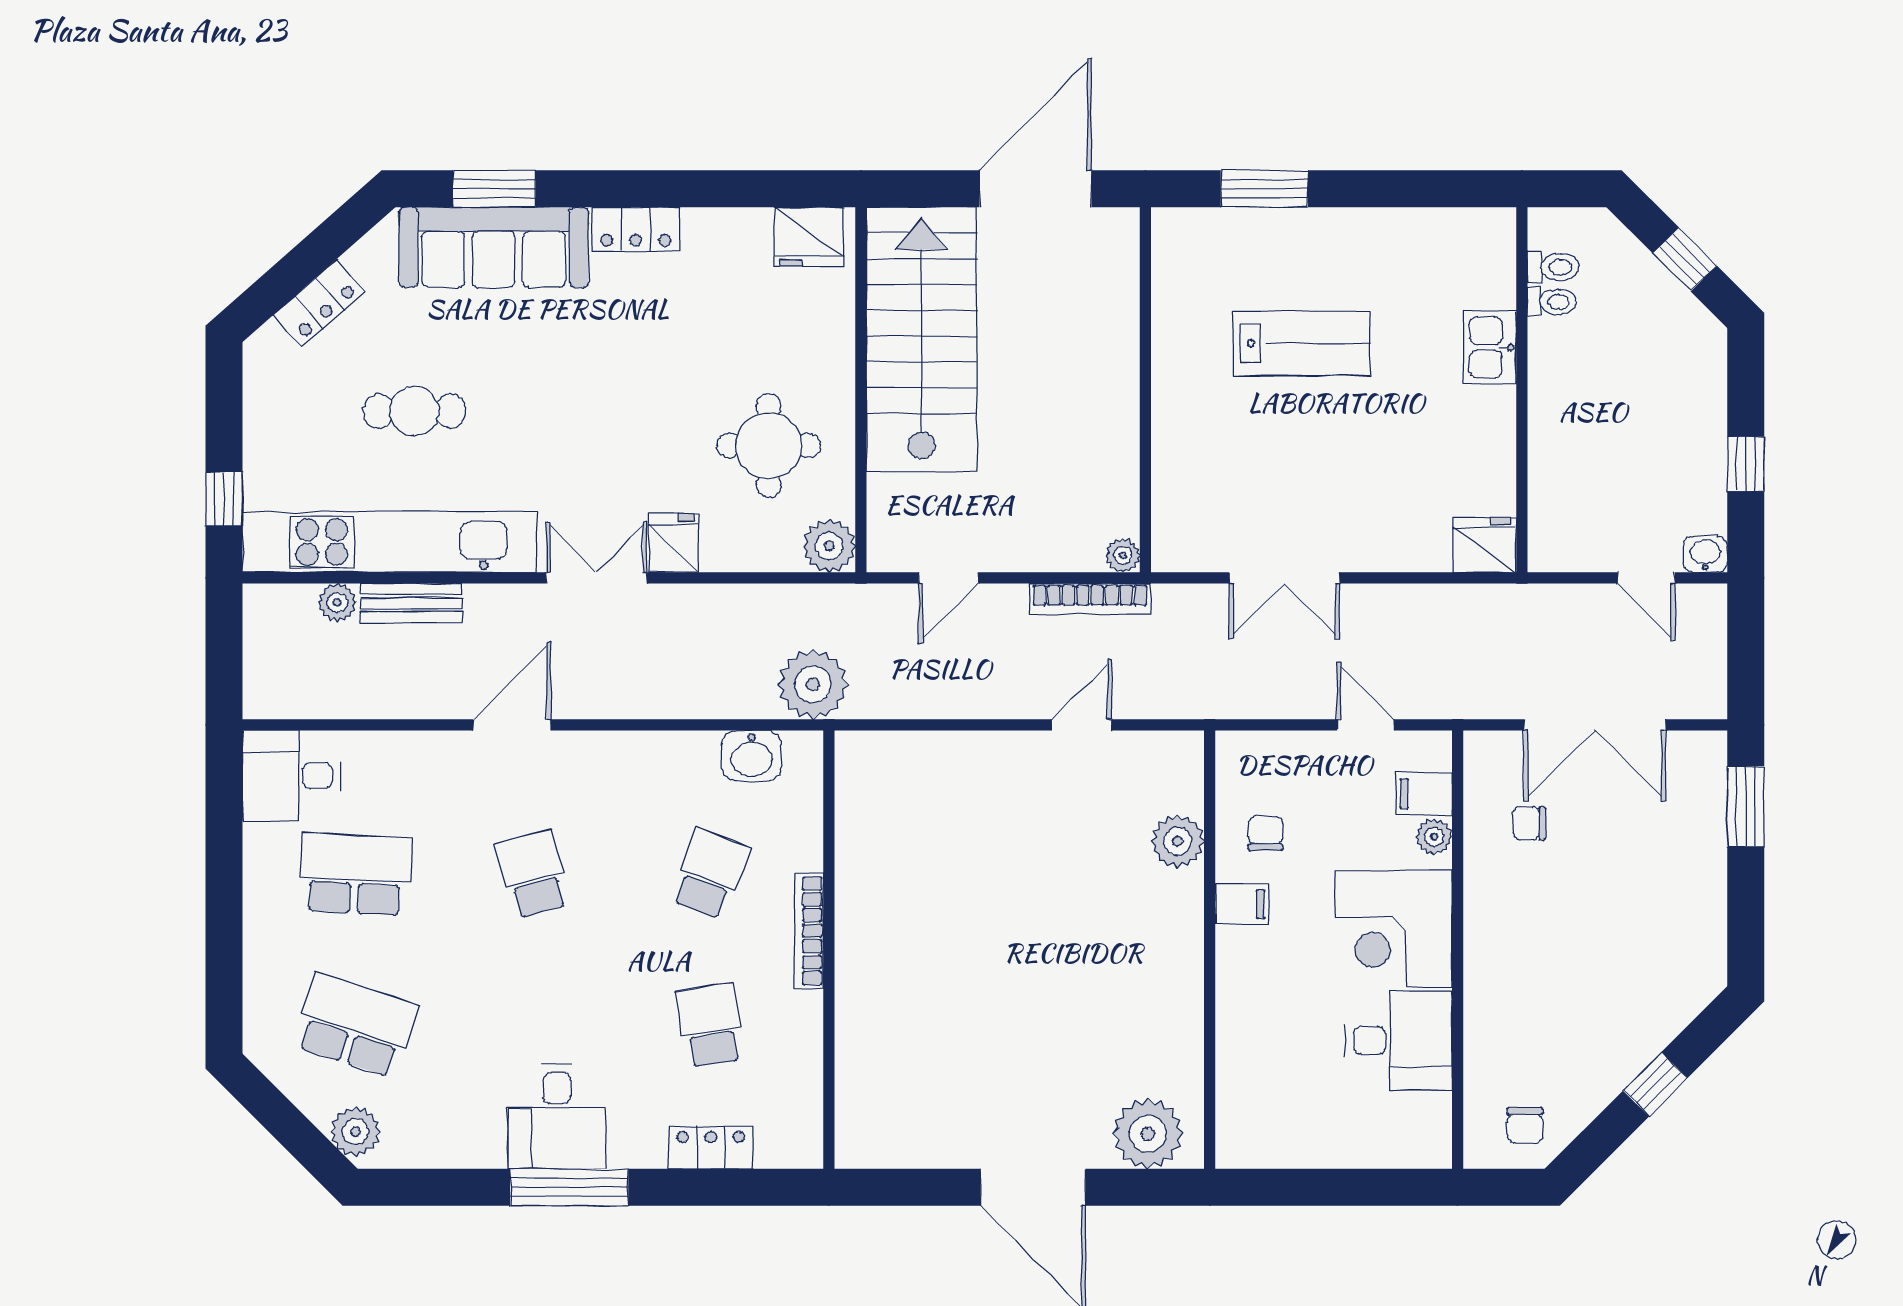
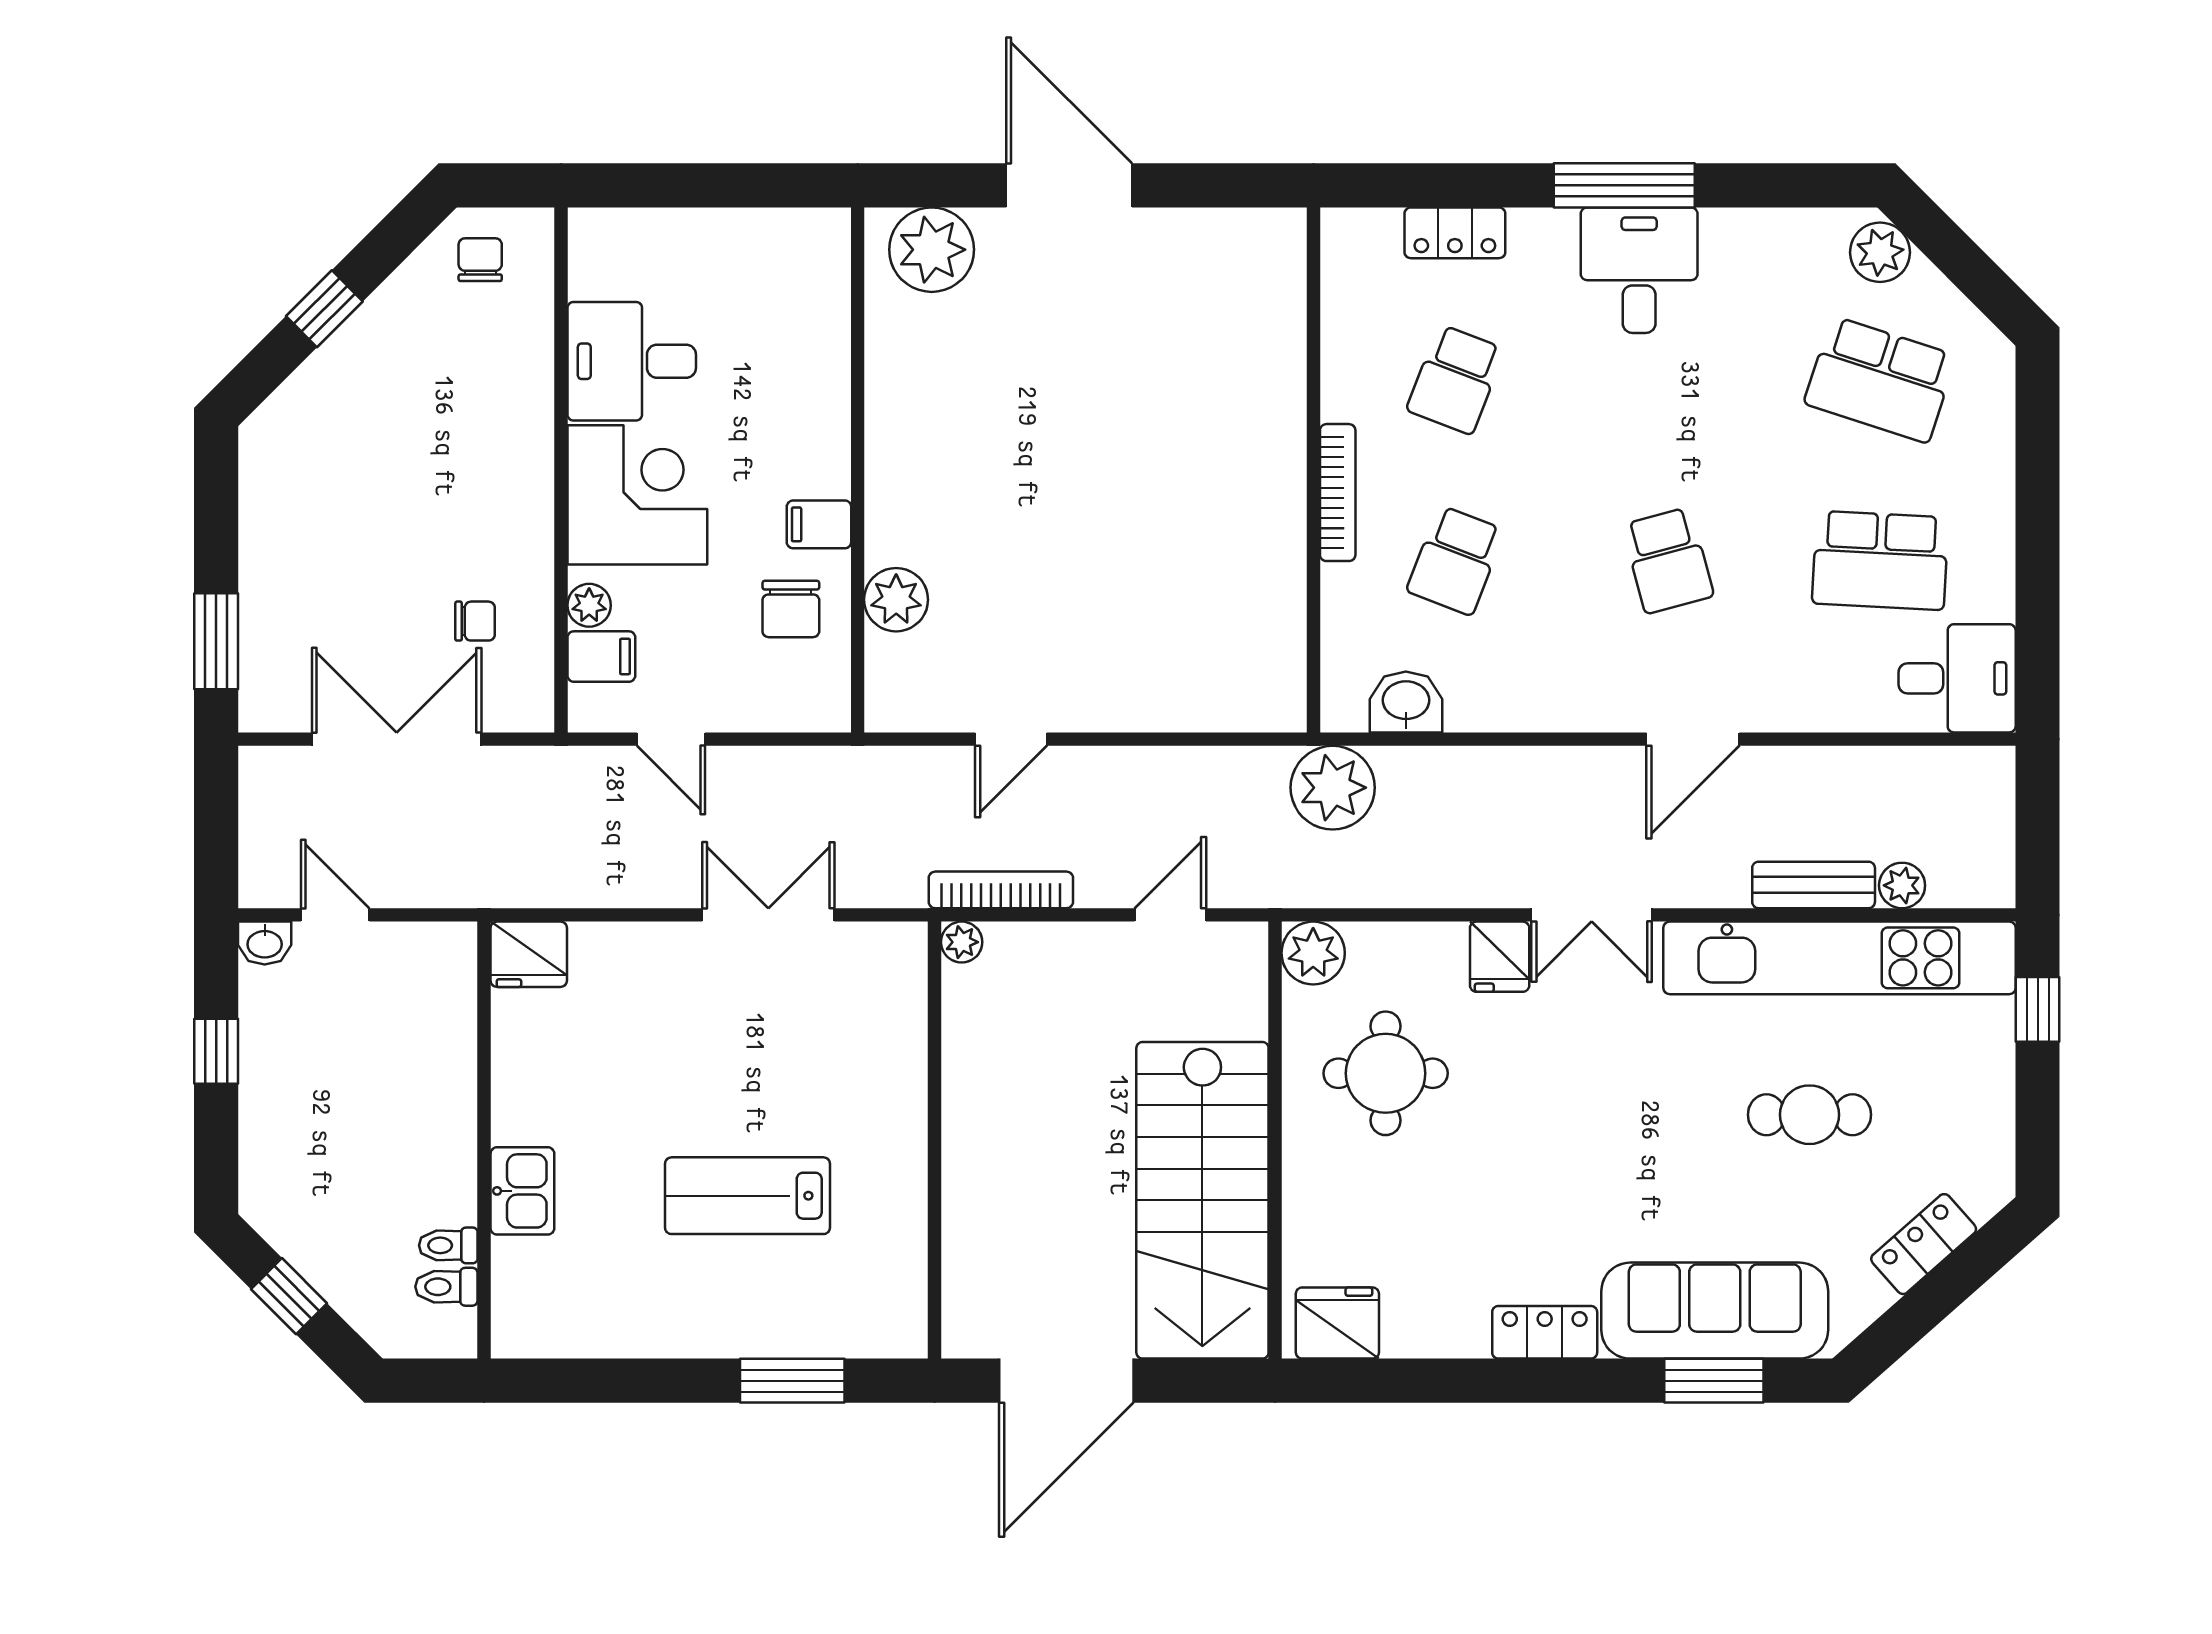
chair: (1265, 833) -> (791, 609), width x1.37, depth x1.37
school desk: (710, 1025) -> (1456, 380), turned 30

